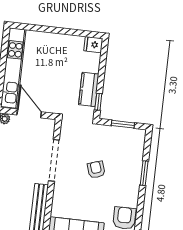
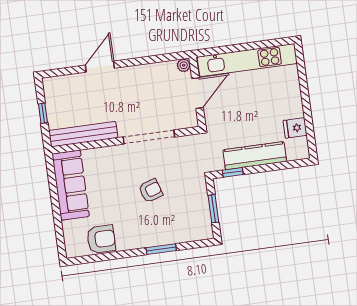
fridge: (93, 45) -> (295, 128), moved, turned -90
kitchen counter: (89, 89) -> (255, 156), width x1.50

